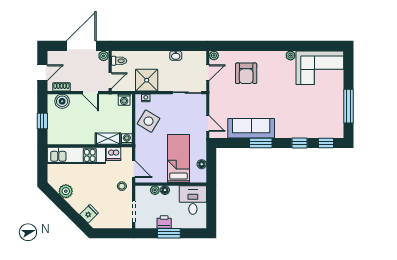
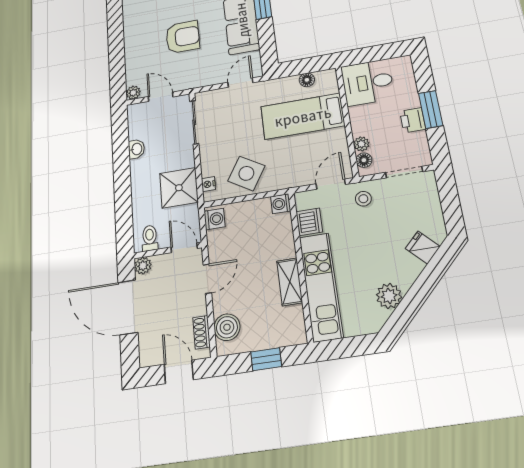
armchair: (246, 73) -> (183, 37), moved
shelving: (108, 139) -> (290, 282), moved
floor lamp: (165, 190) -> (364, 160), moved

